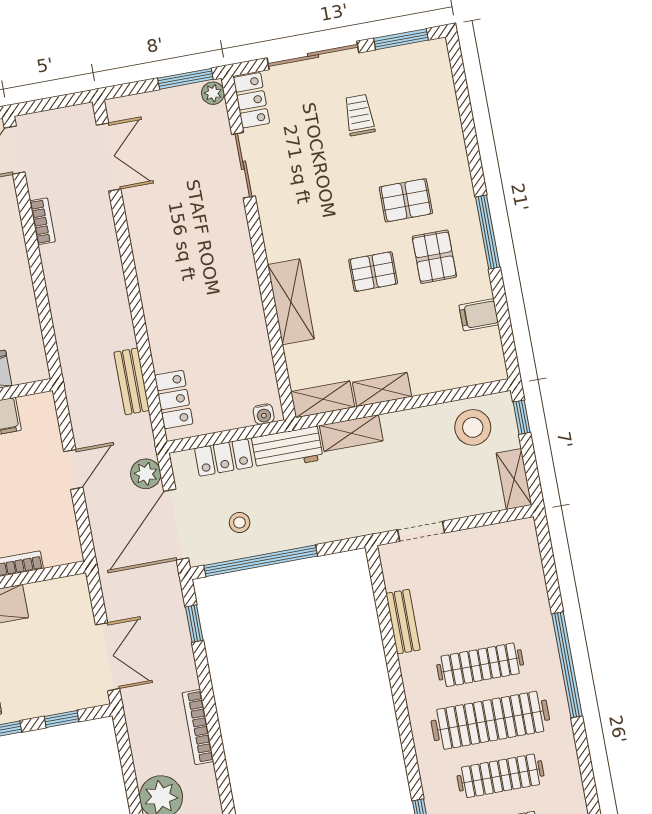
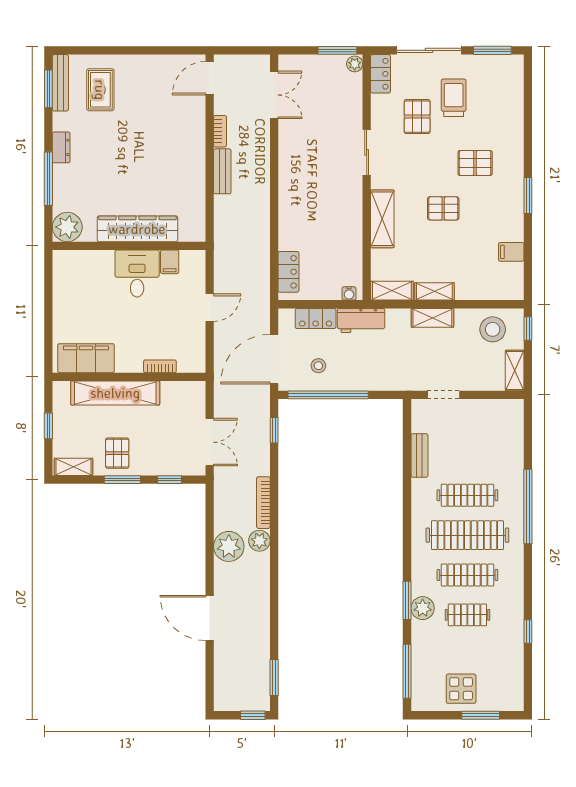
trolley: (359, 115) -> (454, 98), width x1.36, depth x1.39
sliding door: (243, 165) -> (367, 152), moved
window: (488, 232) -> (528, 196), width x0.69
pallet: (434, 257) -> (417, 117), moved
bench: (132, 381) -> (222, 171), moved
shelving: (351, 433) -> (432, 318), moved
plant: (146, 474) -> (259, 541), moved

